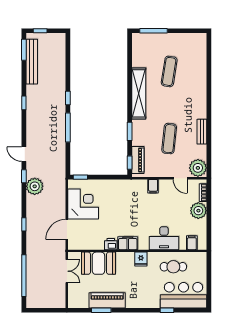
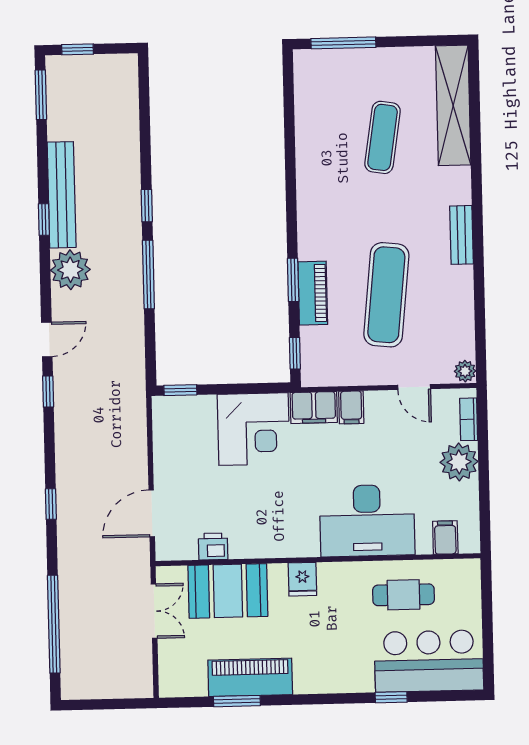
bench: (32, 62) -> (62, 195), moved
shelving: (139, 93) -> (453, 105), moved
bench: (202, 132) -> (461, 235), moved
exercise mat: (169, 139) -> (386, 295), width x1.36, depth x1.45
door: (24, 154) -> (47, 339), swing flipped
piano: (138, 160) -> (313, 293), moved
plant: (198, 168) -> (465, 371), width x0.53, depth x0.53
plant: (35, 186) -> (70, 270), moved
corner desk: (83, 204) -> (253, 429), moved, turned 90
desk: (164, 238) -> (367, 521), width x1.36, depth x1.30
filing cabinet: (128, 243) -> (314, 407), moved, turned 180
printer: (111, 244) -> (213, 546), moved
fridge: (141, 259) -> (302, 579), moved

